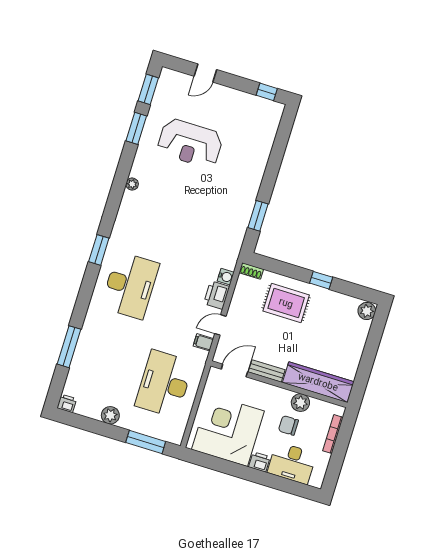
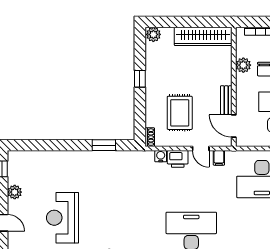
plant: (236, 98) -> (15, 192), added
reception desk: (190, 143) -> (62, 218), turned 180
rug: (286, 303) -> (180, 113), moved
wardrobe: (318, 382) -> (203, 36), moved, turned -90

